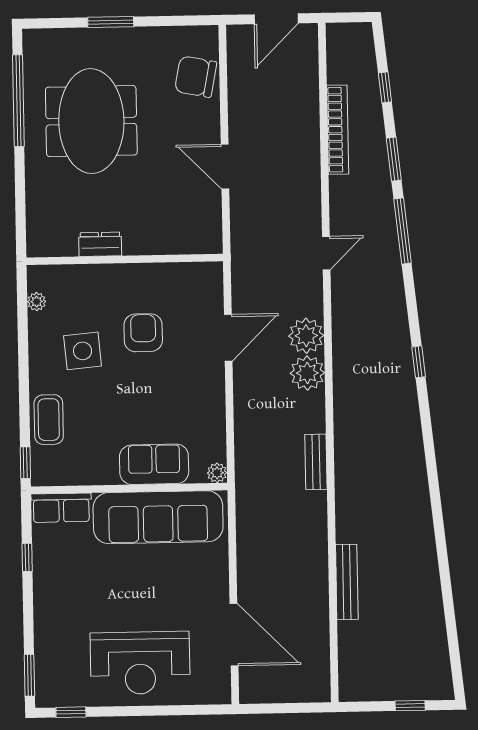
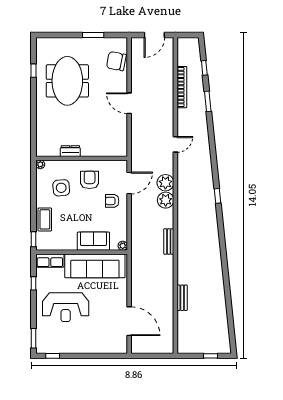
window: (111, 22) -> (93, 35), moved
window: (18, 101) -> (34, 71), width x0.32
window: (403, 231) -> (211, 135), removed
dresser: (100, 244) -> (70, 151), moved
wall: (125, 259) -> (82, 158), moved
armchair: (192, 377) -> (112, 201), added
bench: (347, 582) -> (182, 298), width x0.73
reception desk: (140, 663) -> (66, 307), moved

